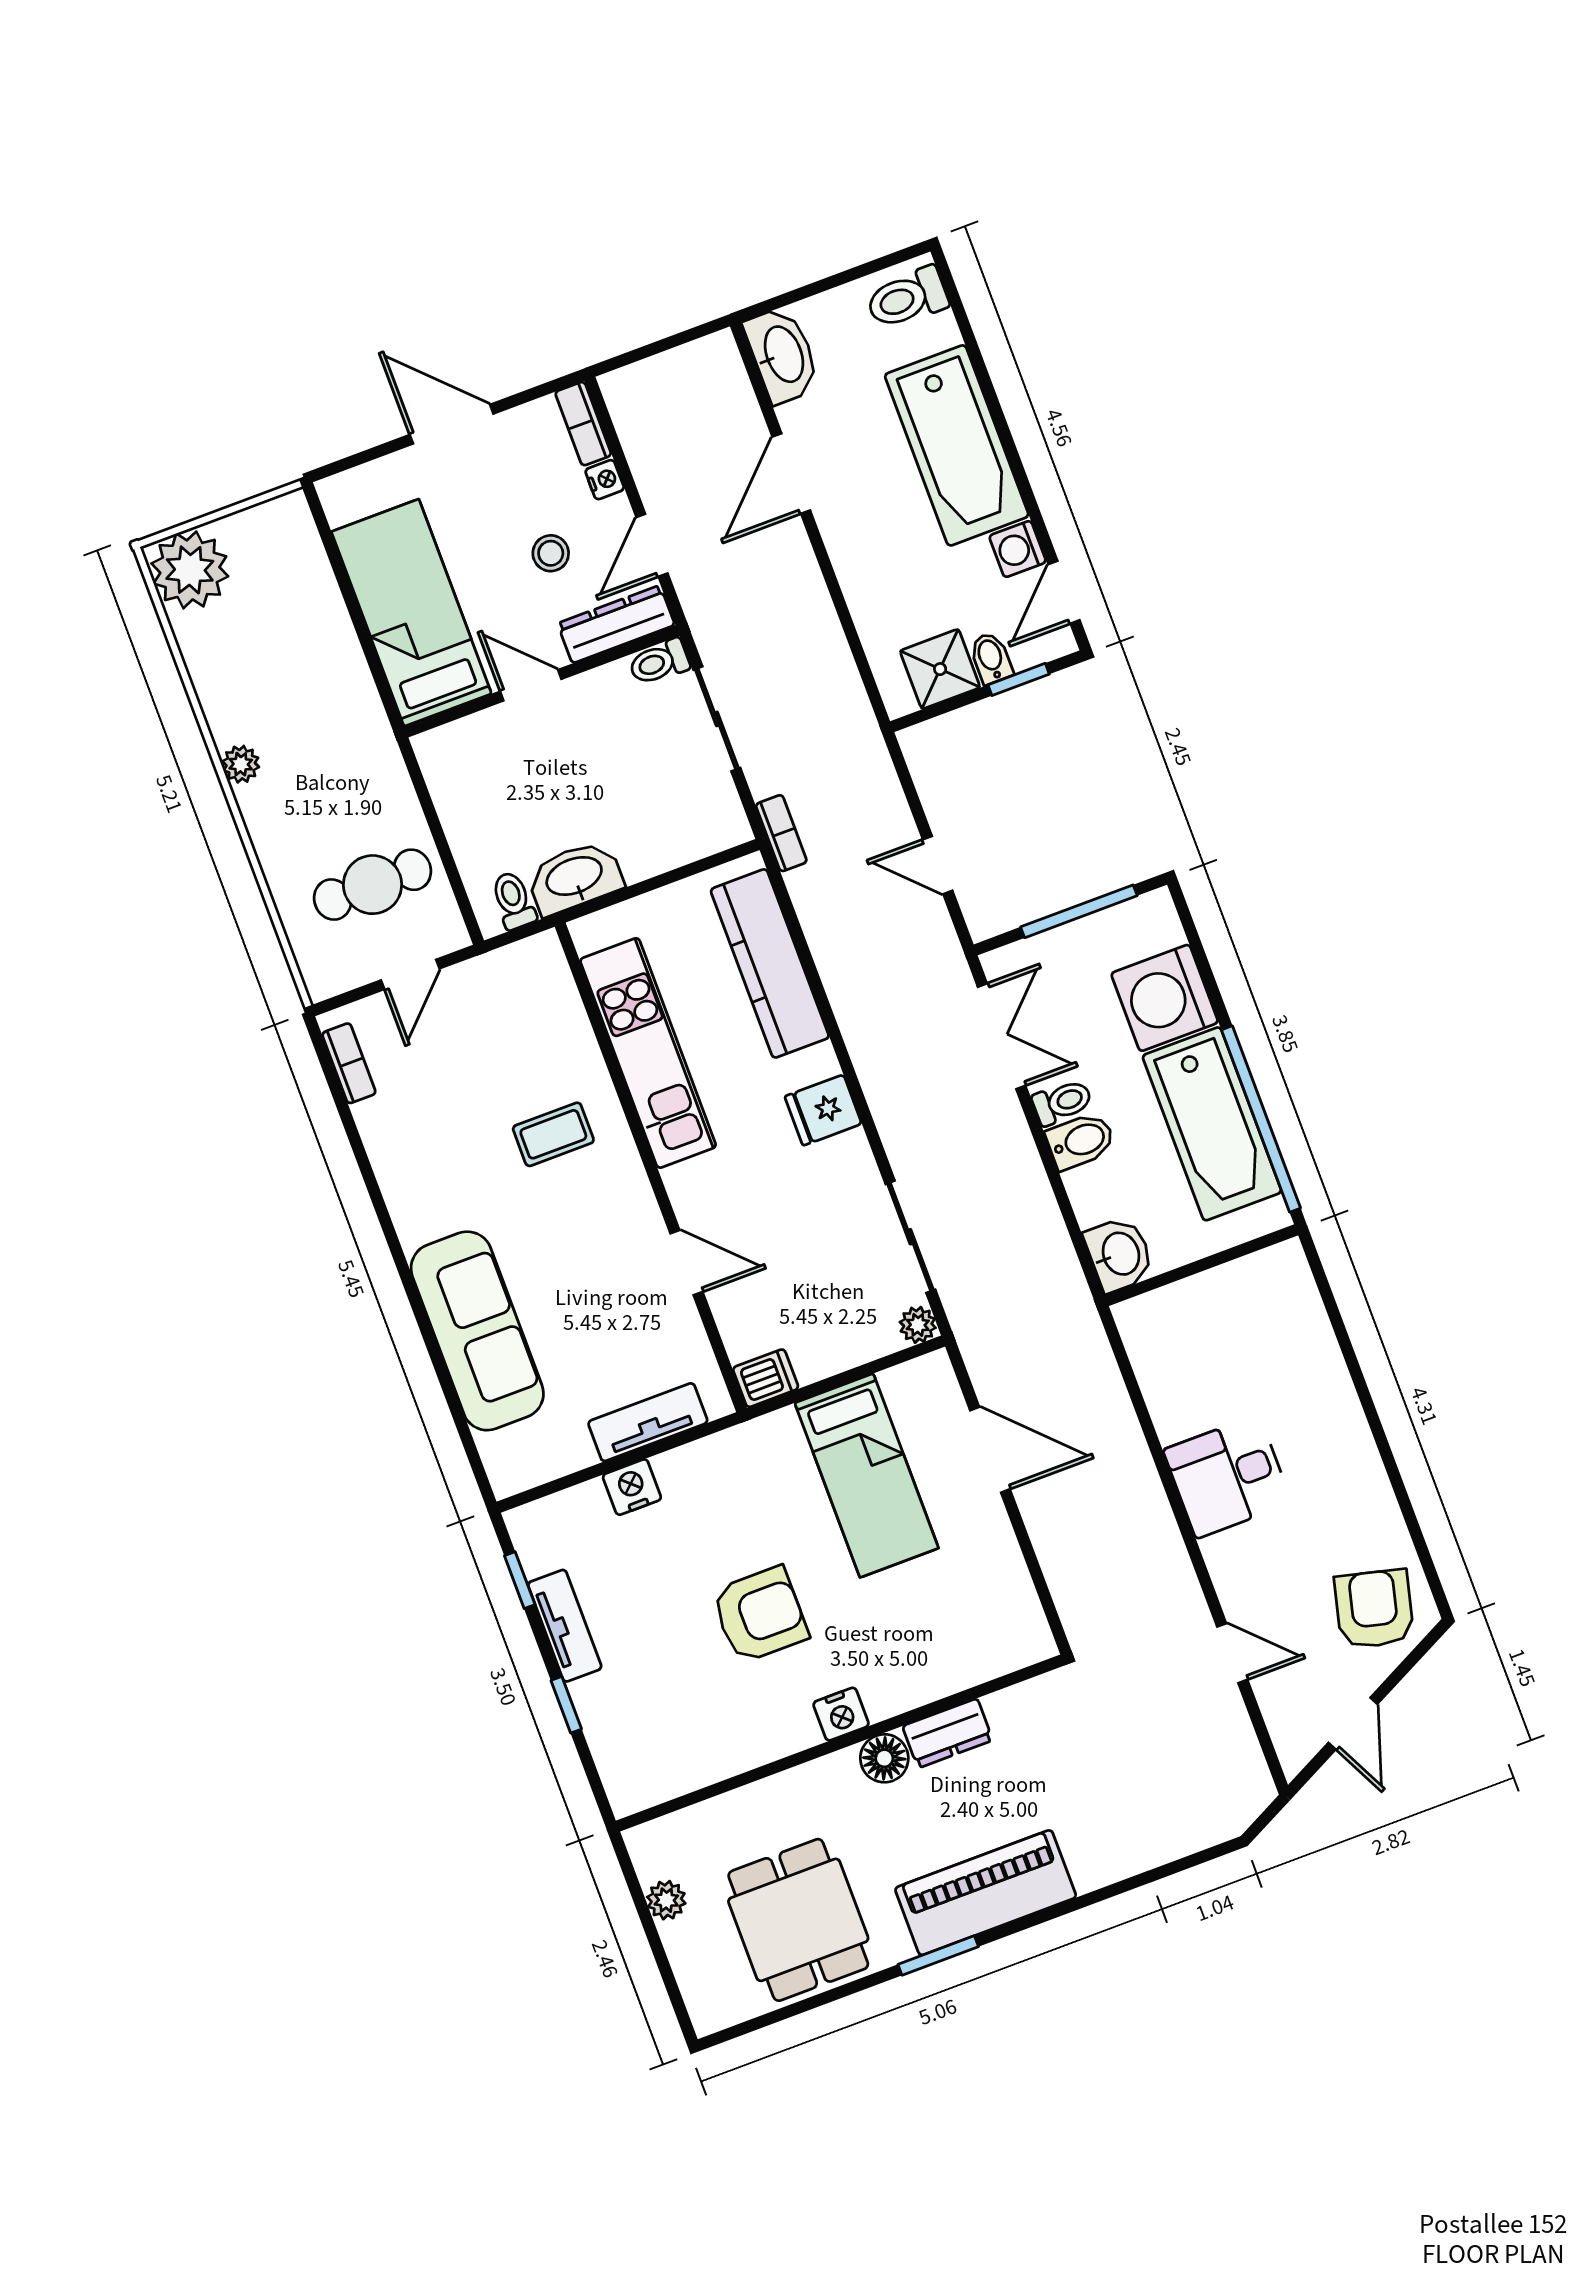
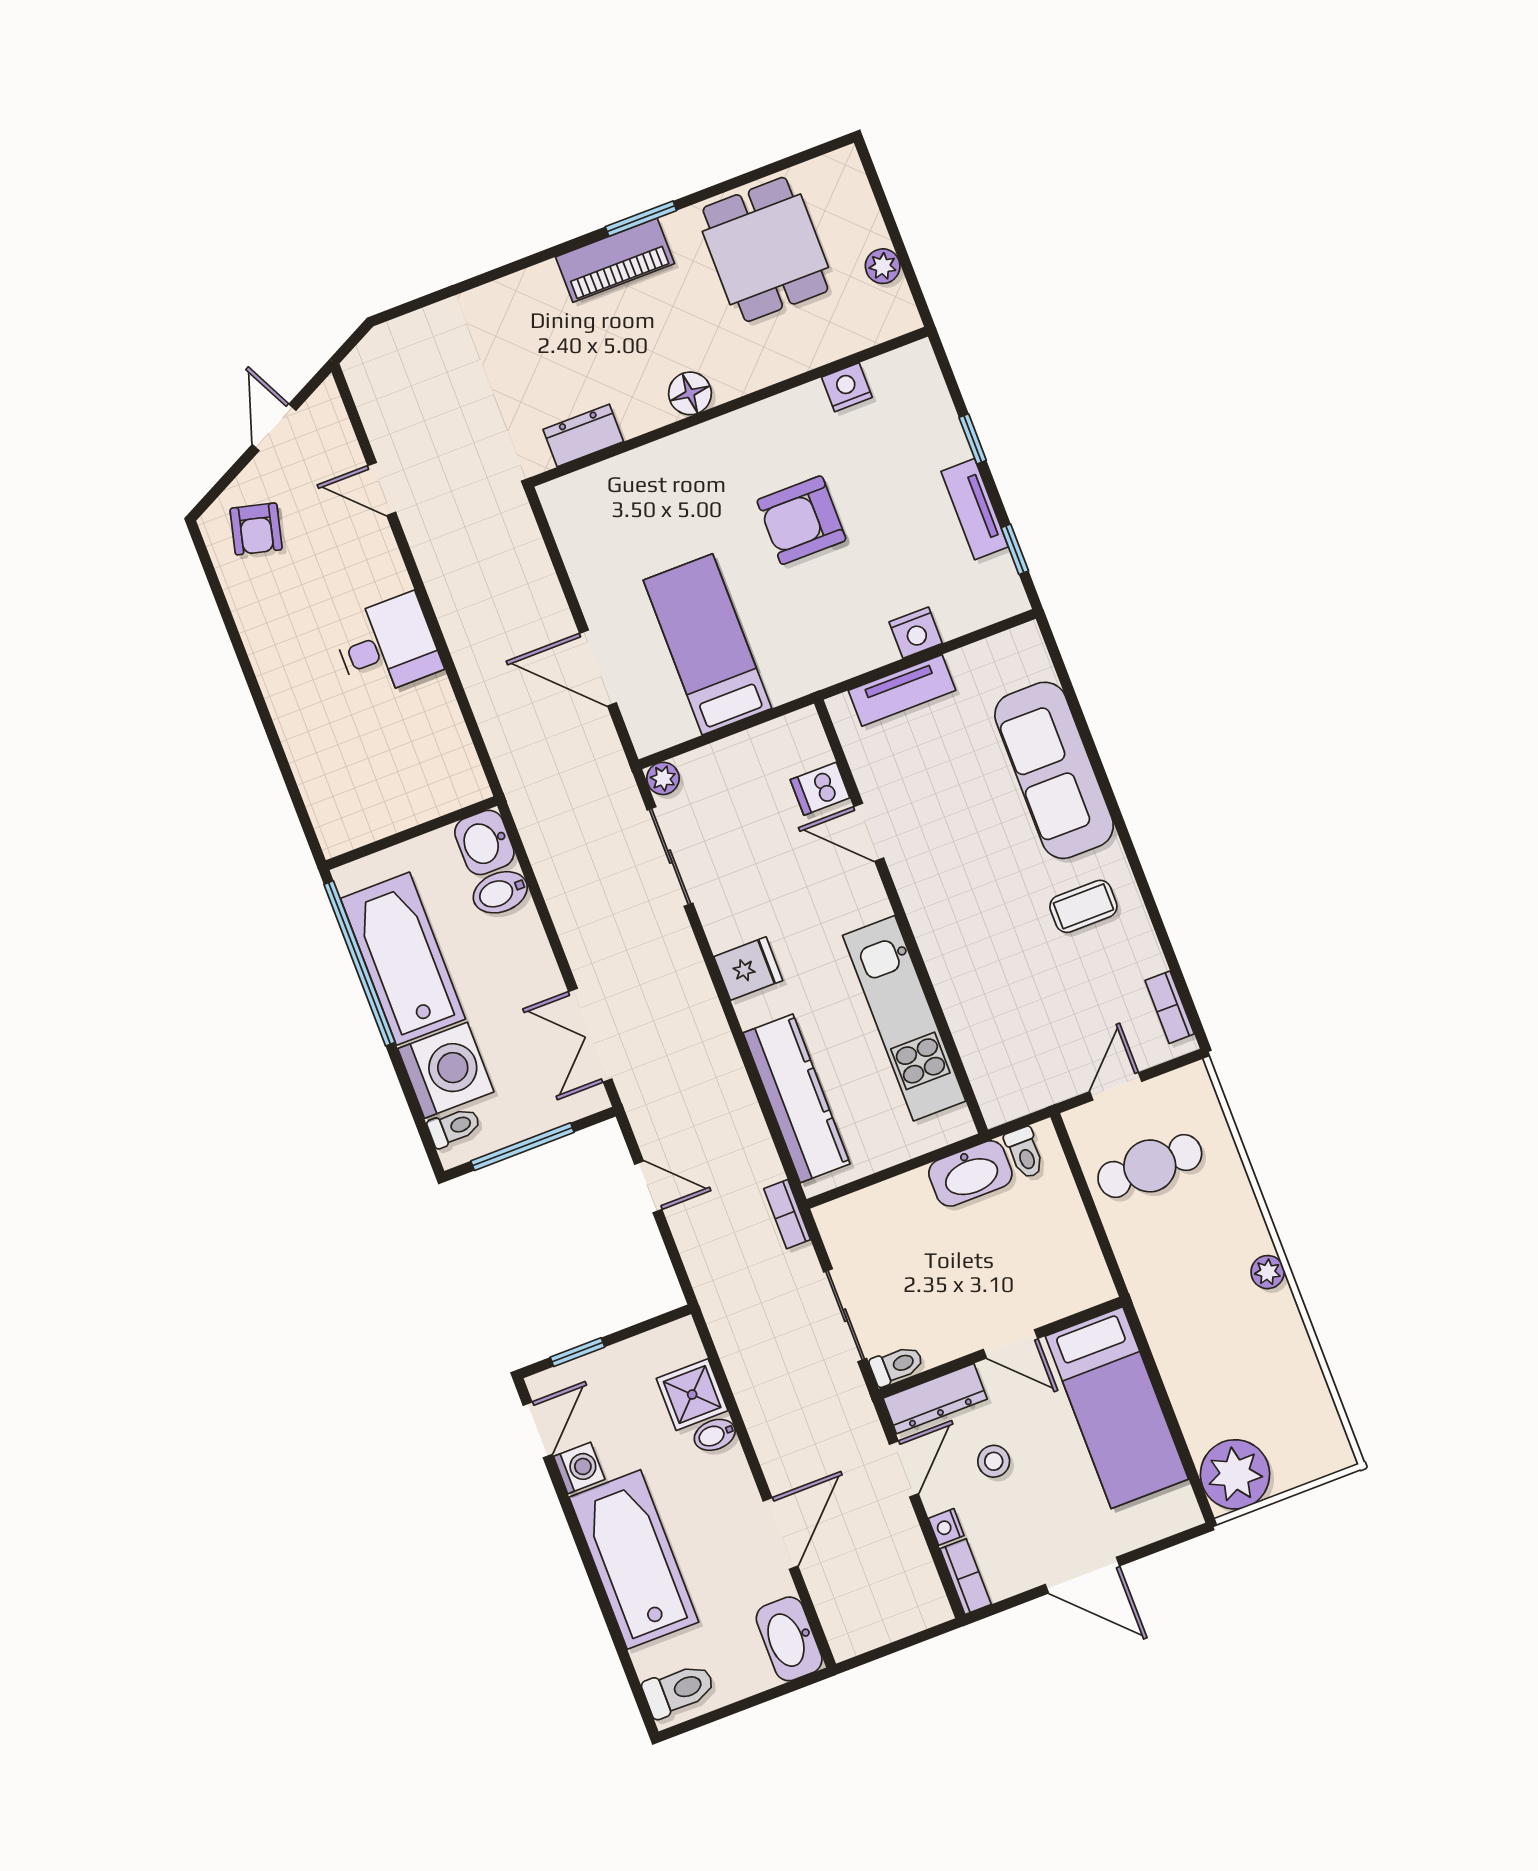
plant: (190, 570) -> (1235, 1474), moved
bidet: (991, 658) -> (715, 1435), moved, turned 90
shower: (940, 669) -> (692, 1395), moved
toilet: (1062, 1102) -> (454, 1127), moved, turned 180
coffee table: (553, 1134) -> (1083, 906), moved
bidet: (1081, 1141) -> (500, 892), moved
dishwasher: (766, 1378) -> (820, 789), moved
armchair: (1374, 1609) -> (256, 529), width x0.72, depth x0.72
nightstand: (841, 1714) -> (847, 387), moved
dresser: (948, 1733) -> (583, 435), moved
piano: (986, 1893) -> (615, 260), width x0.73, depth x0.75

